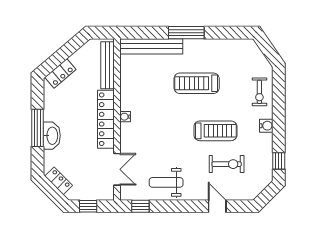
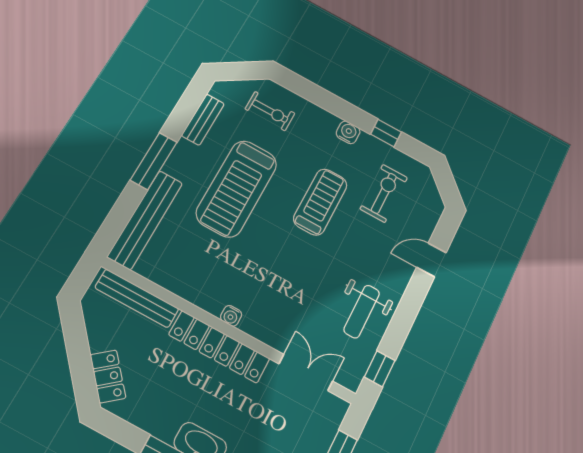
bench: (226, 45) -> (203, 120), added
treadmill: (197, 83) -> (237, 188), width x1.37, depth x1.38
exercise bike: (259, 92) -> (270, 111), moved
window: (279, 161) -> (386, 133), moved
exercise bike: (227, 164) -> (384, 193), moved

